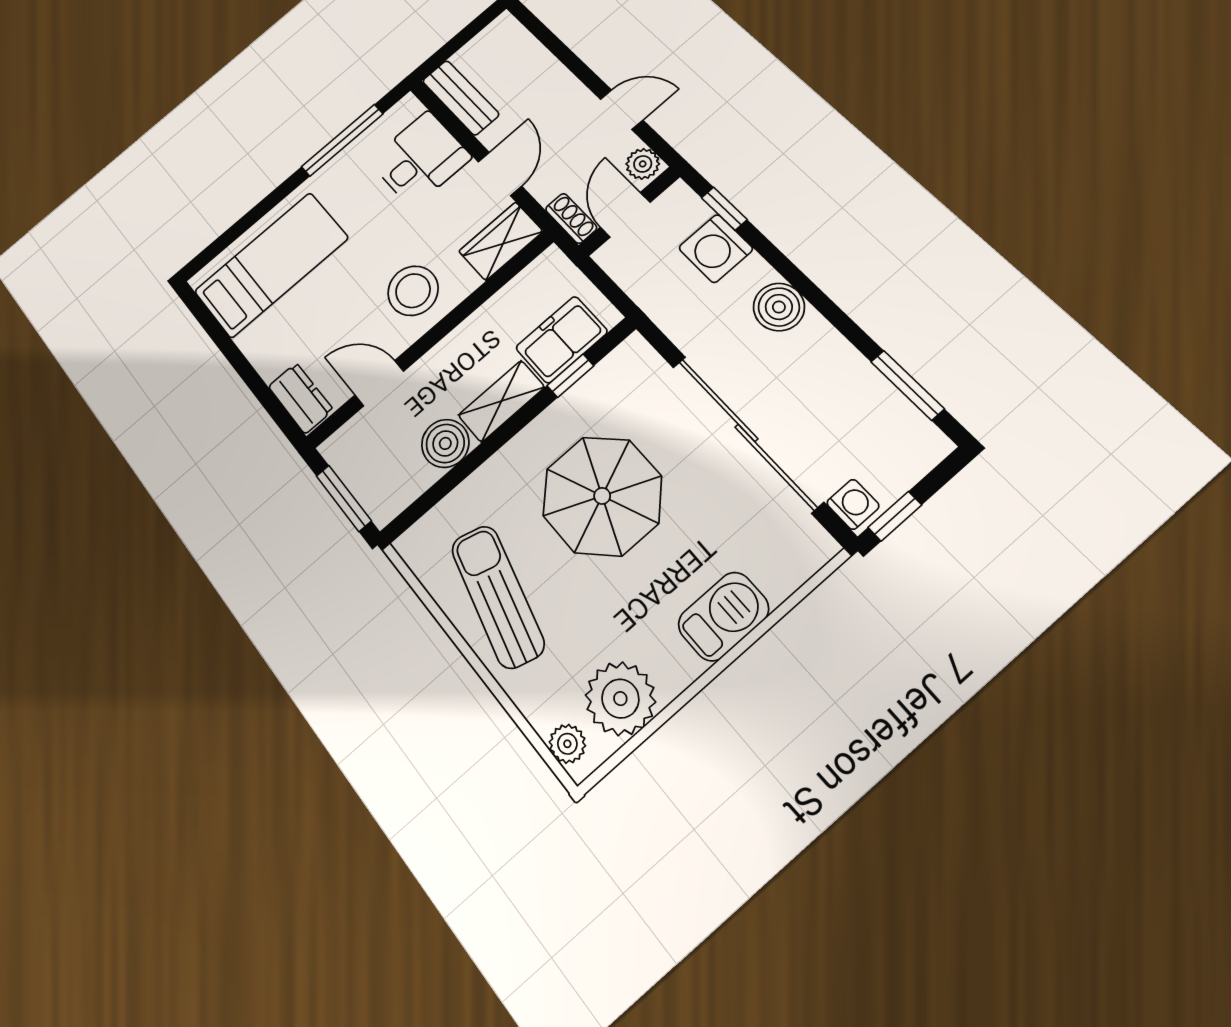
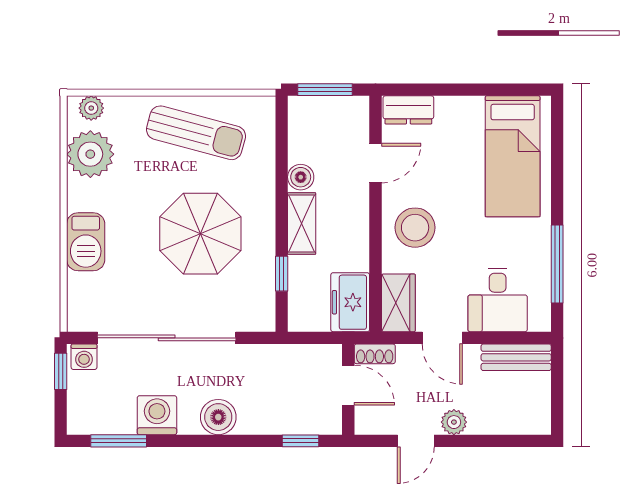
plant: (643, 164) -> (454, 422), moved
washing machine: (716, 248) -> (157, 415), moved
freezer: (562, 340) -> (350, 302), moved, turned 180
boiler: (445, 443) -> (301, 177), width x0.73, depth x0.73

